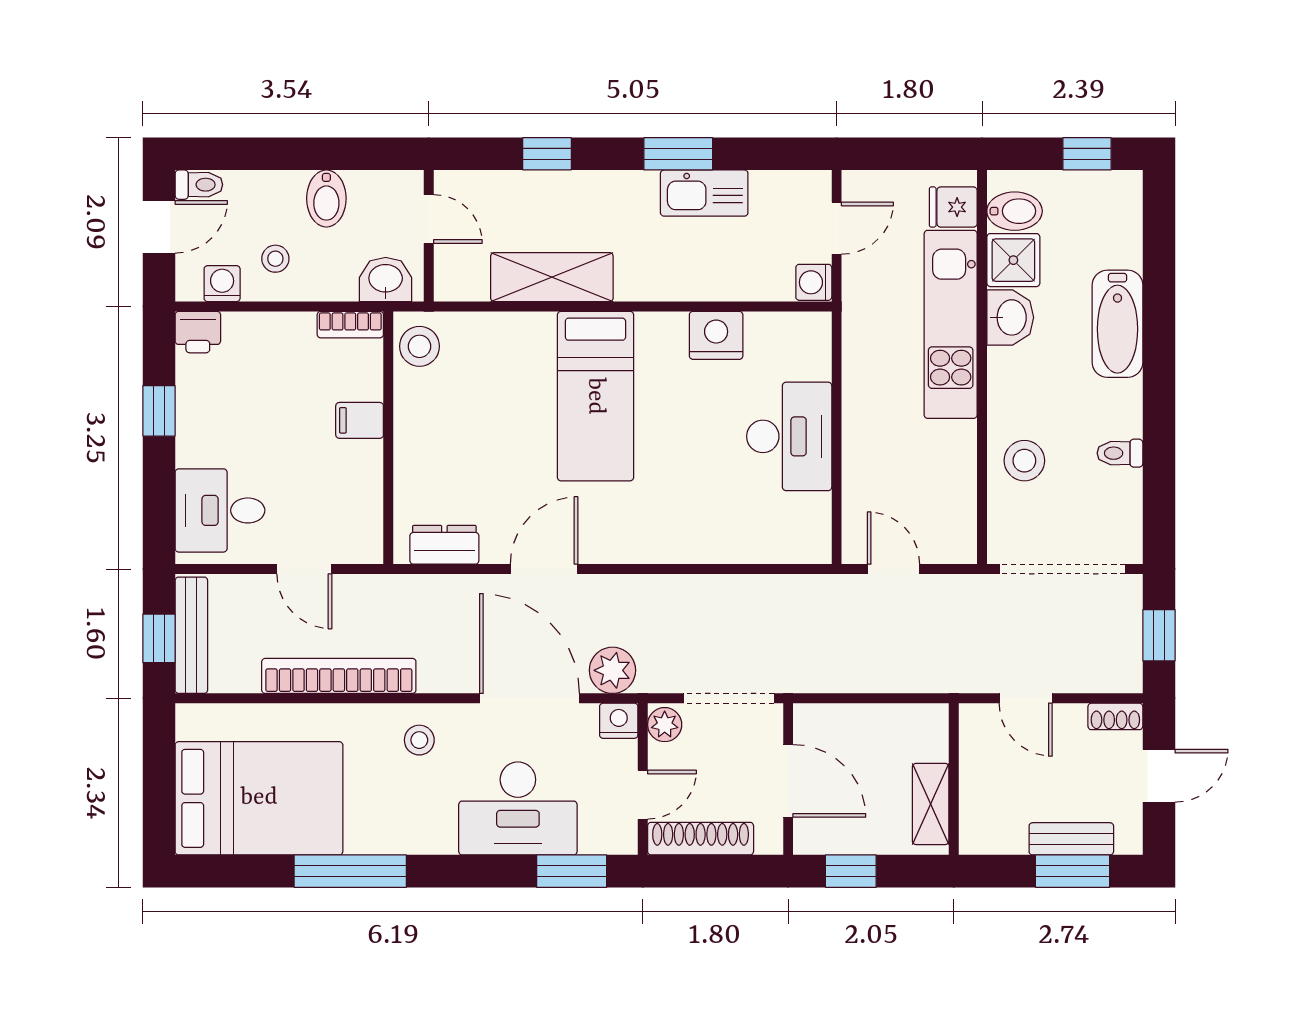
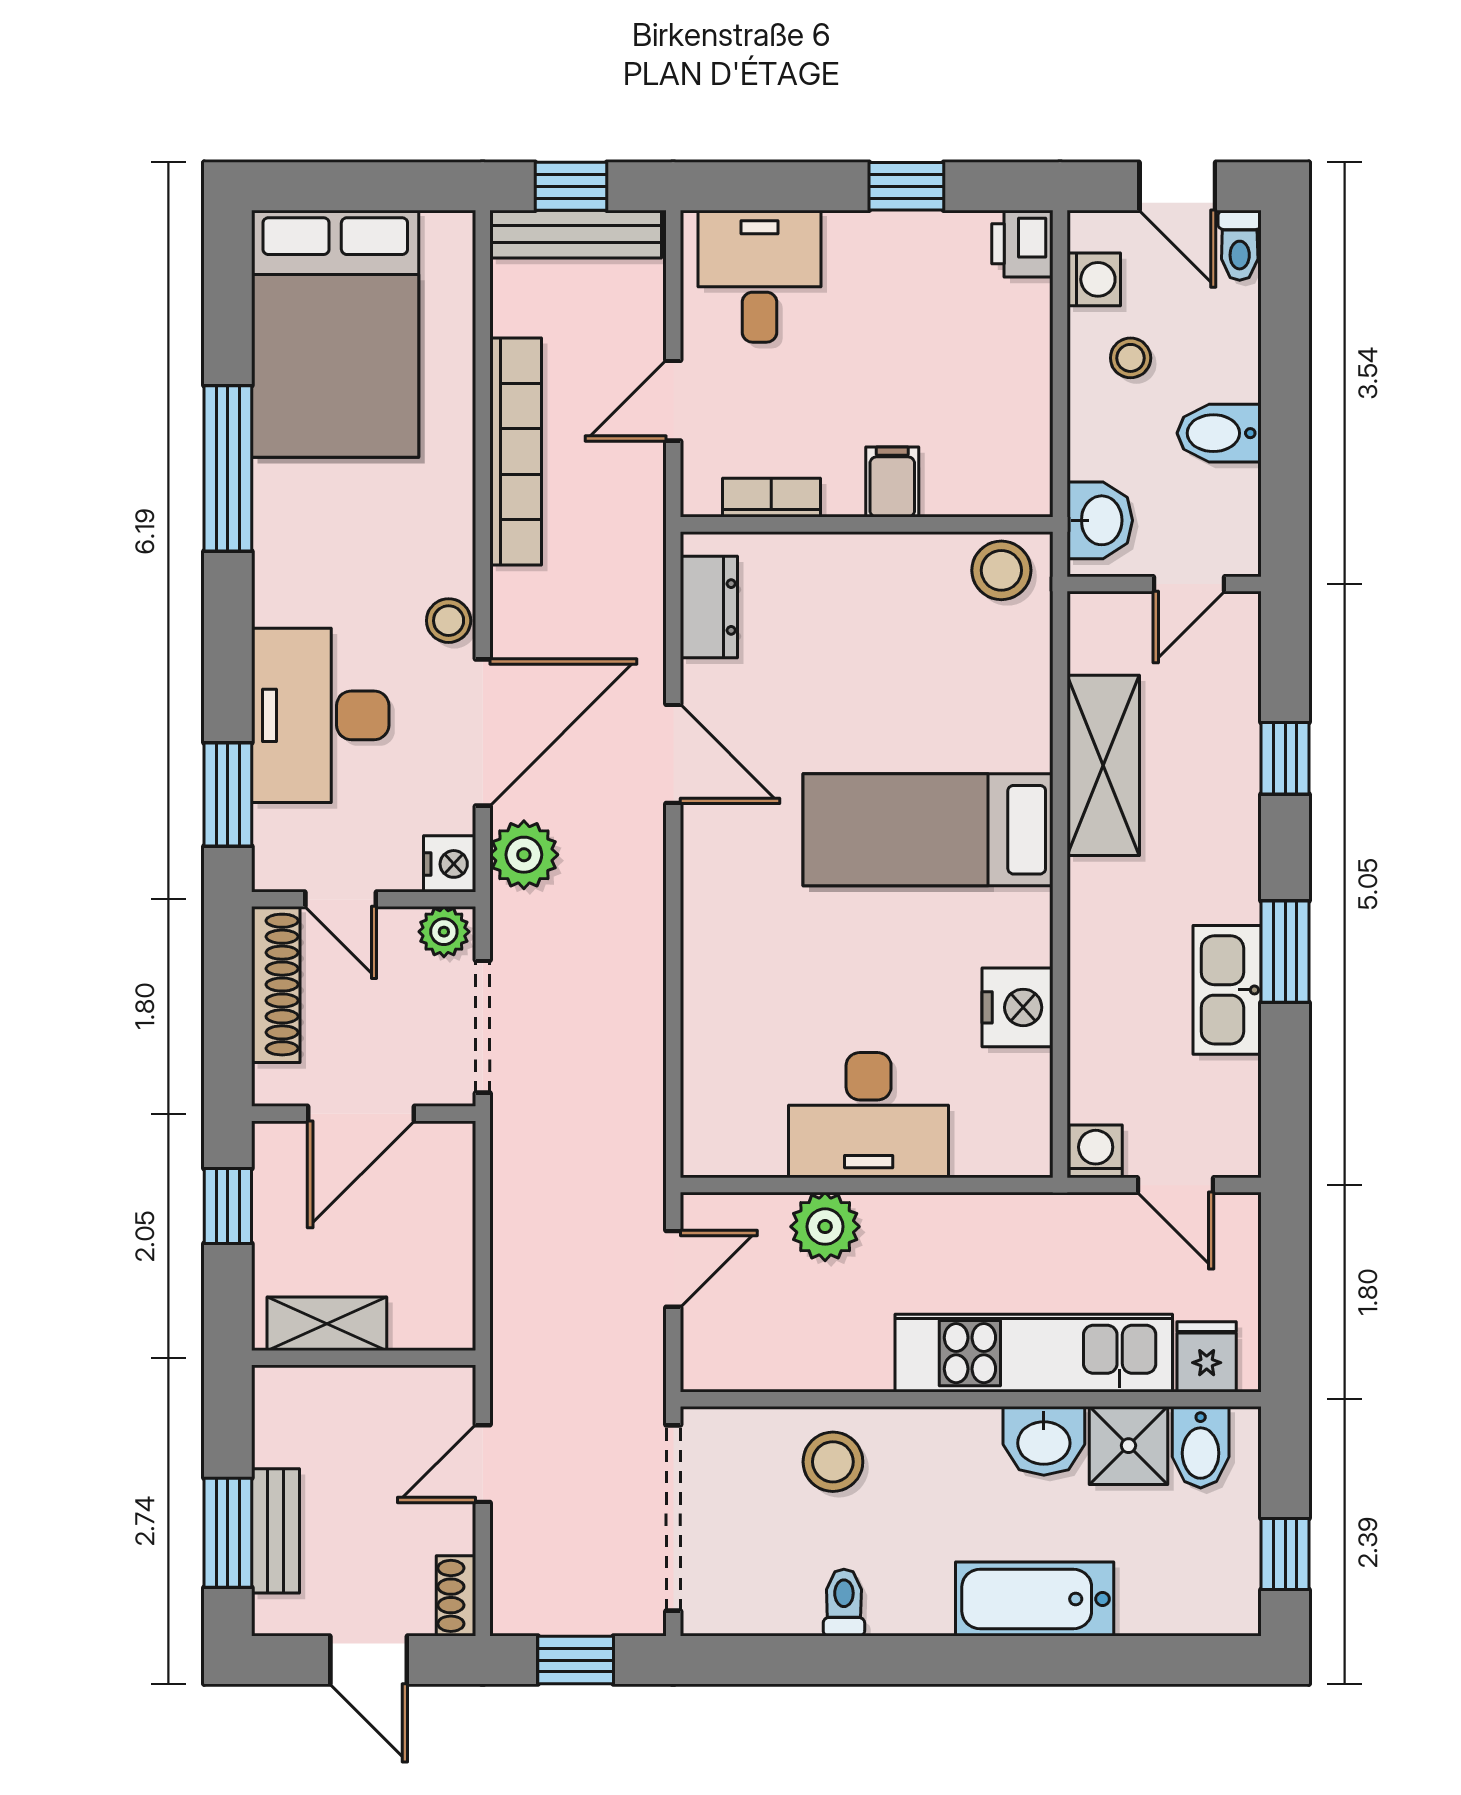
bookcase: (350, 325) -> (771, 498), moved, turned 90
plant: (865, 466) -> (825, 1227), added
stool: (419, 740) -> (449, 621), moved

